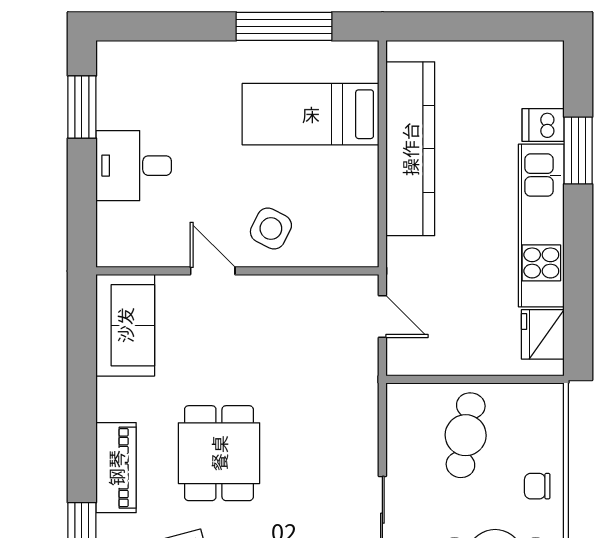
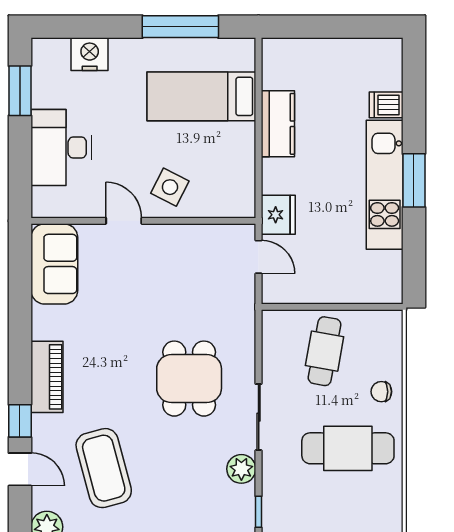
nightstand: (170, 61) -> (90, 54), added
kitchen counter: (410, 149) -> (278, 124), width x0.48, depth x0.86
window: (578, 151) -> (414, 180), moved
desk: (134, 166) -> (61, 148), width x1.37
fridge: (543, 334) -> (278, 215), moved, turned 180
dining table: (219, 453) -> (189, 379), moved

